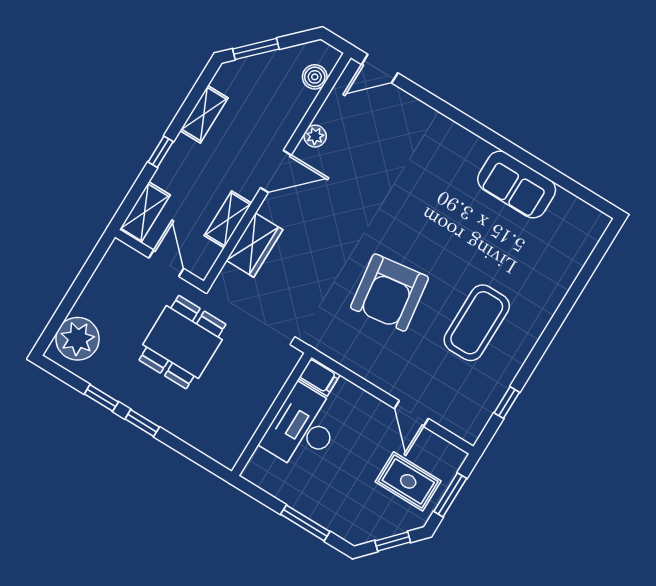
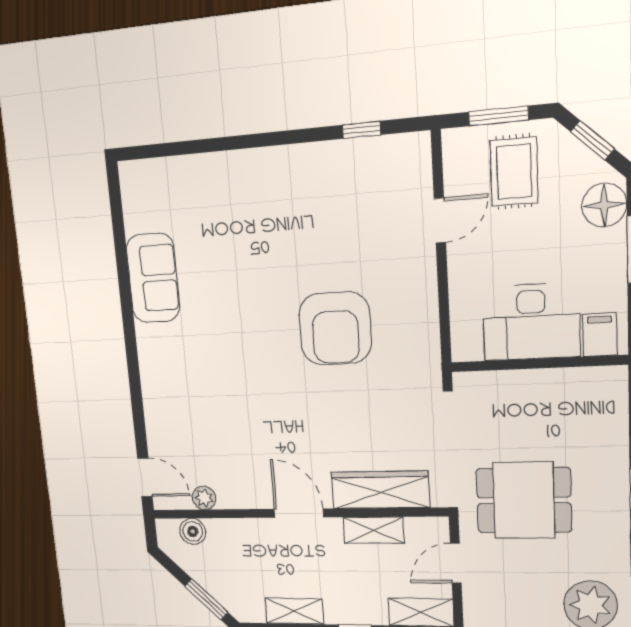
plant: (315, 136) -> (204, 498), moved
wardrobe: (255, 245) -> (380, 490), width x1.50
armchair: (390, 293) -> (335, 328), turned 98
coffee table: (477, 323) -> (305, 221), removed
filing cabinet: (319, 377) -> (600, 335), moved
floor lamp: (347, 523) -> (604, 205), added

